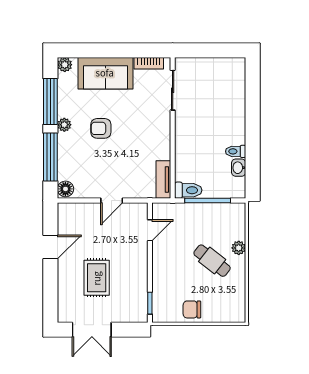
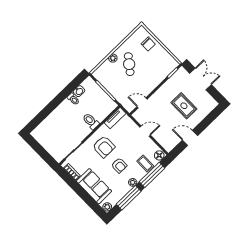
armchair: (142, 132) -> (104, 147), added
coffee table: (72, 162) -> (145, 163), added
toilet: (188, 190) -> (91, 121), moved
rug: (97, 278) -> (184, 106), turned 90
chair: (192, 309) -> (148, 44), moved
double door: (92, 330) -> (201, 79), moved

